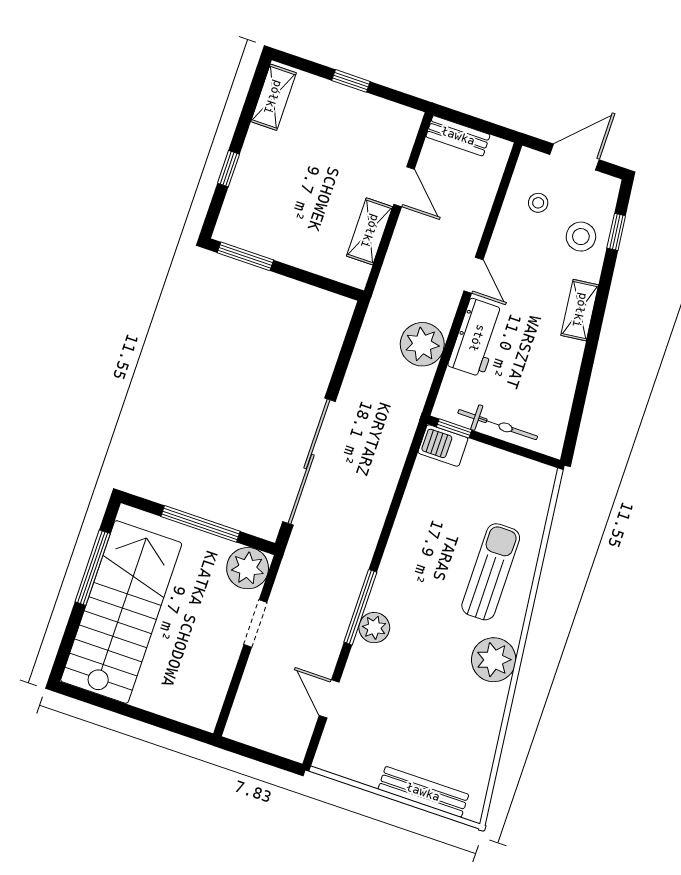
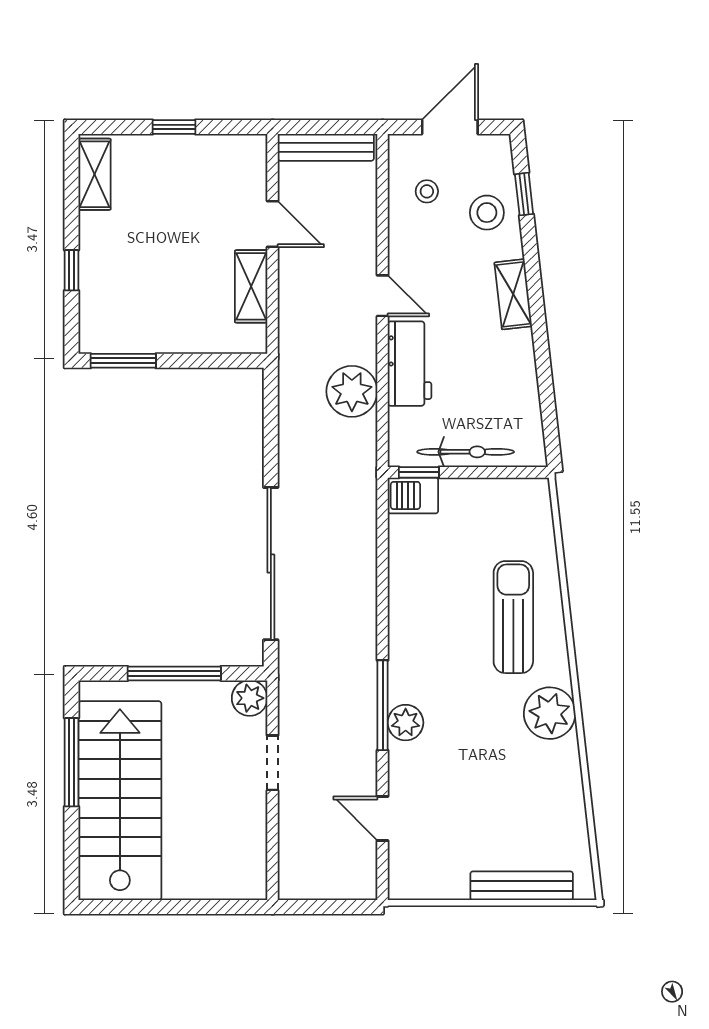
bench: (458, 136) -> (326, 147), width x1.36
plant: (248, 568) -> (250, 698), width x0.73, depth x0.73

